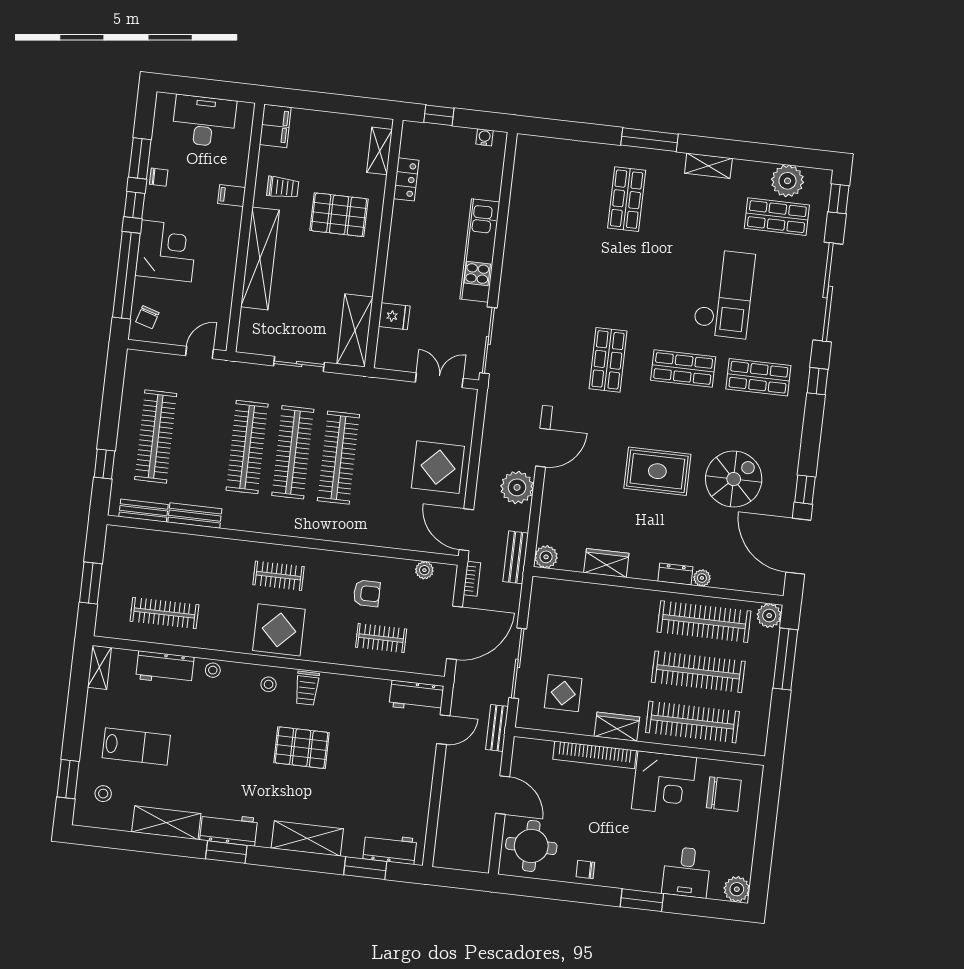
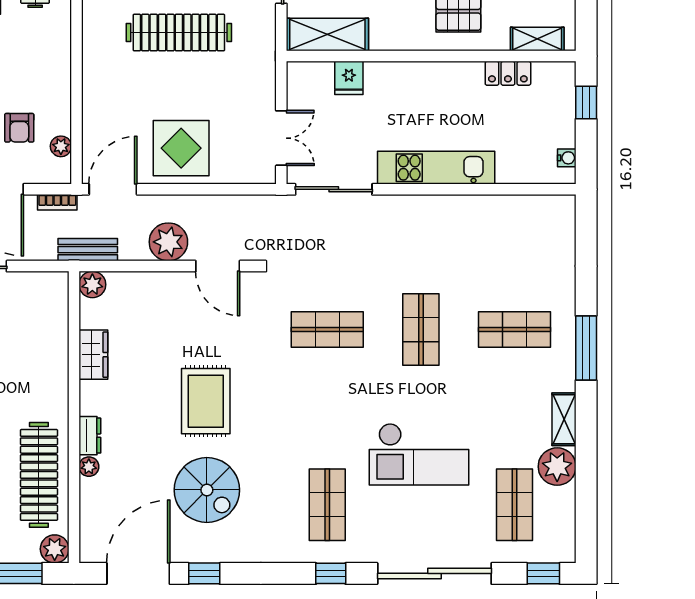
plant: (787, 181) -> (557, 467), moved
shop shelf: (683, 369) -> (421, 330), moved
armchair: (367, 593) -> (19, 128), moved

